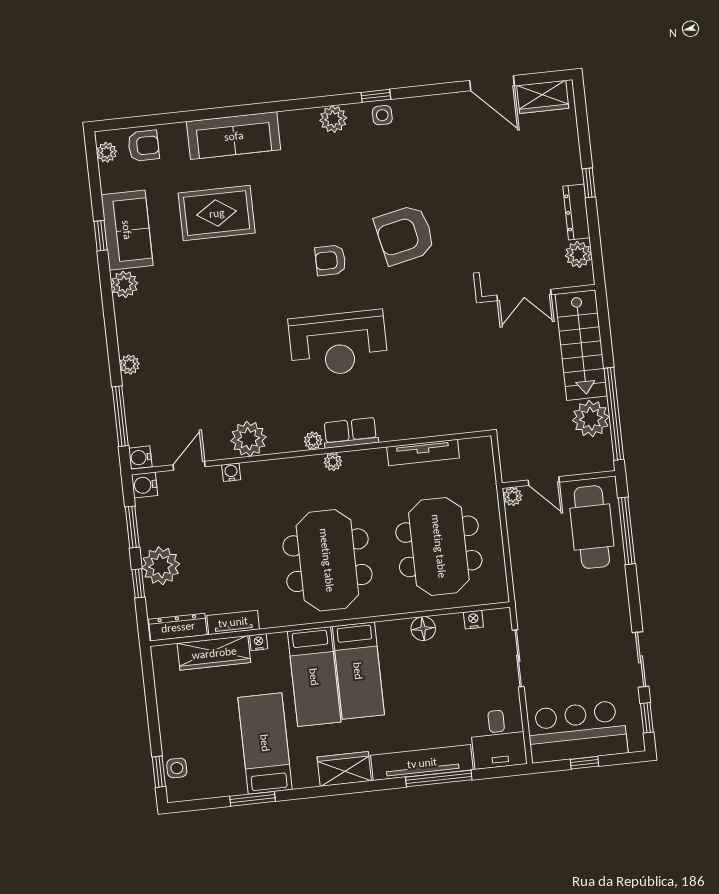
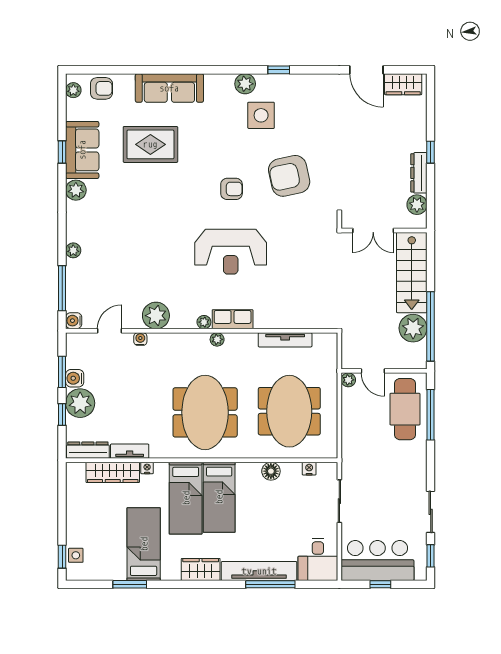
side table: (382, 115) -> (261, 115), moved, width x1.87, depth x1.87
armchair: (330, 260) -> (232, 189), turned 180
water cooler: (145, 485) -> (75, 378), moved

